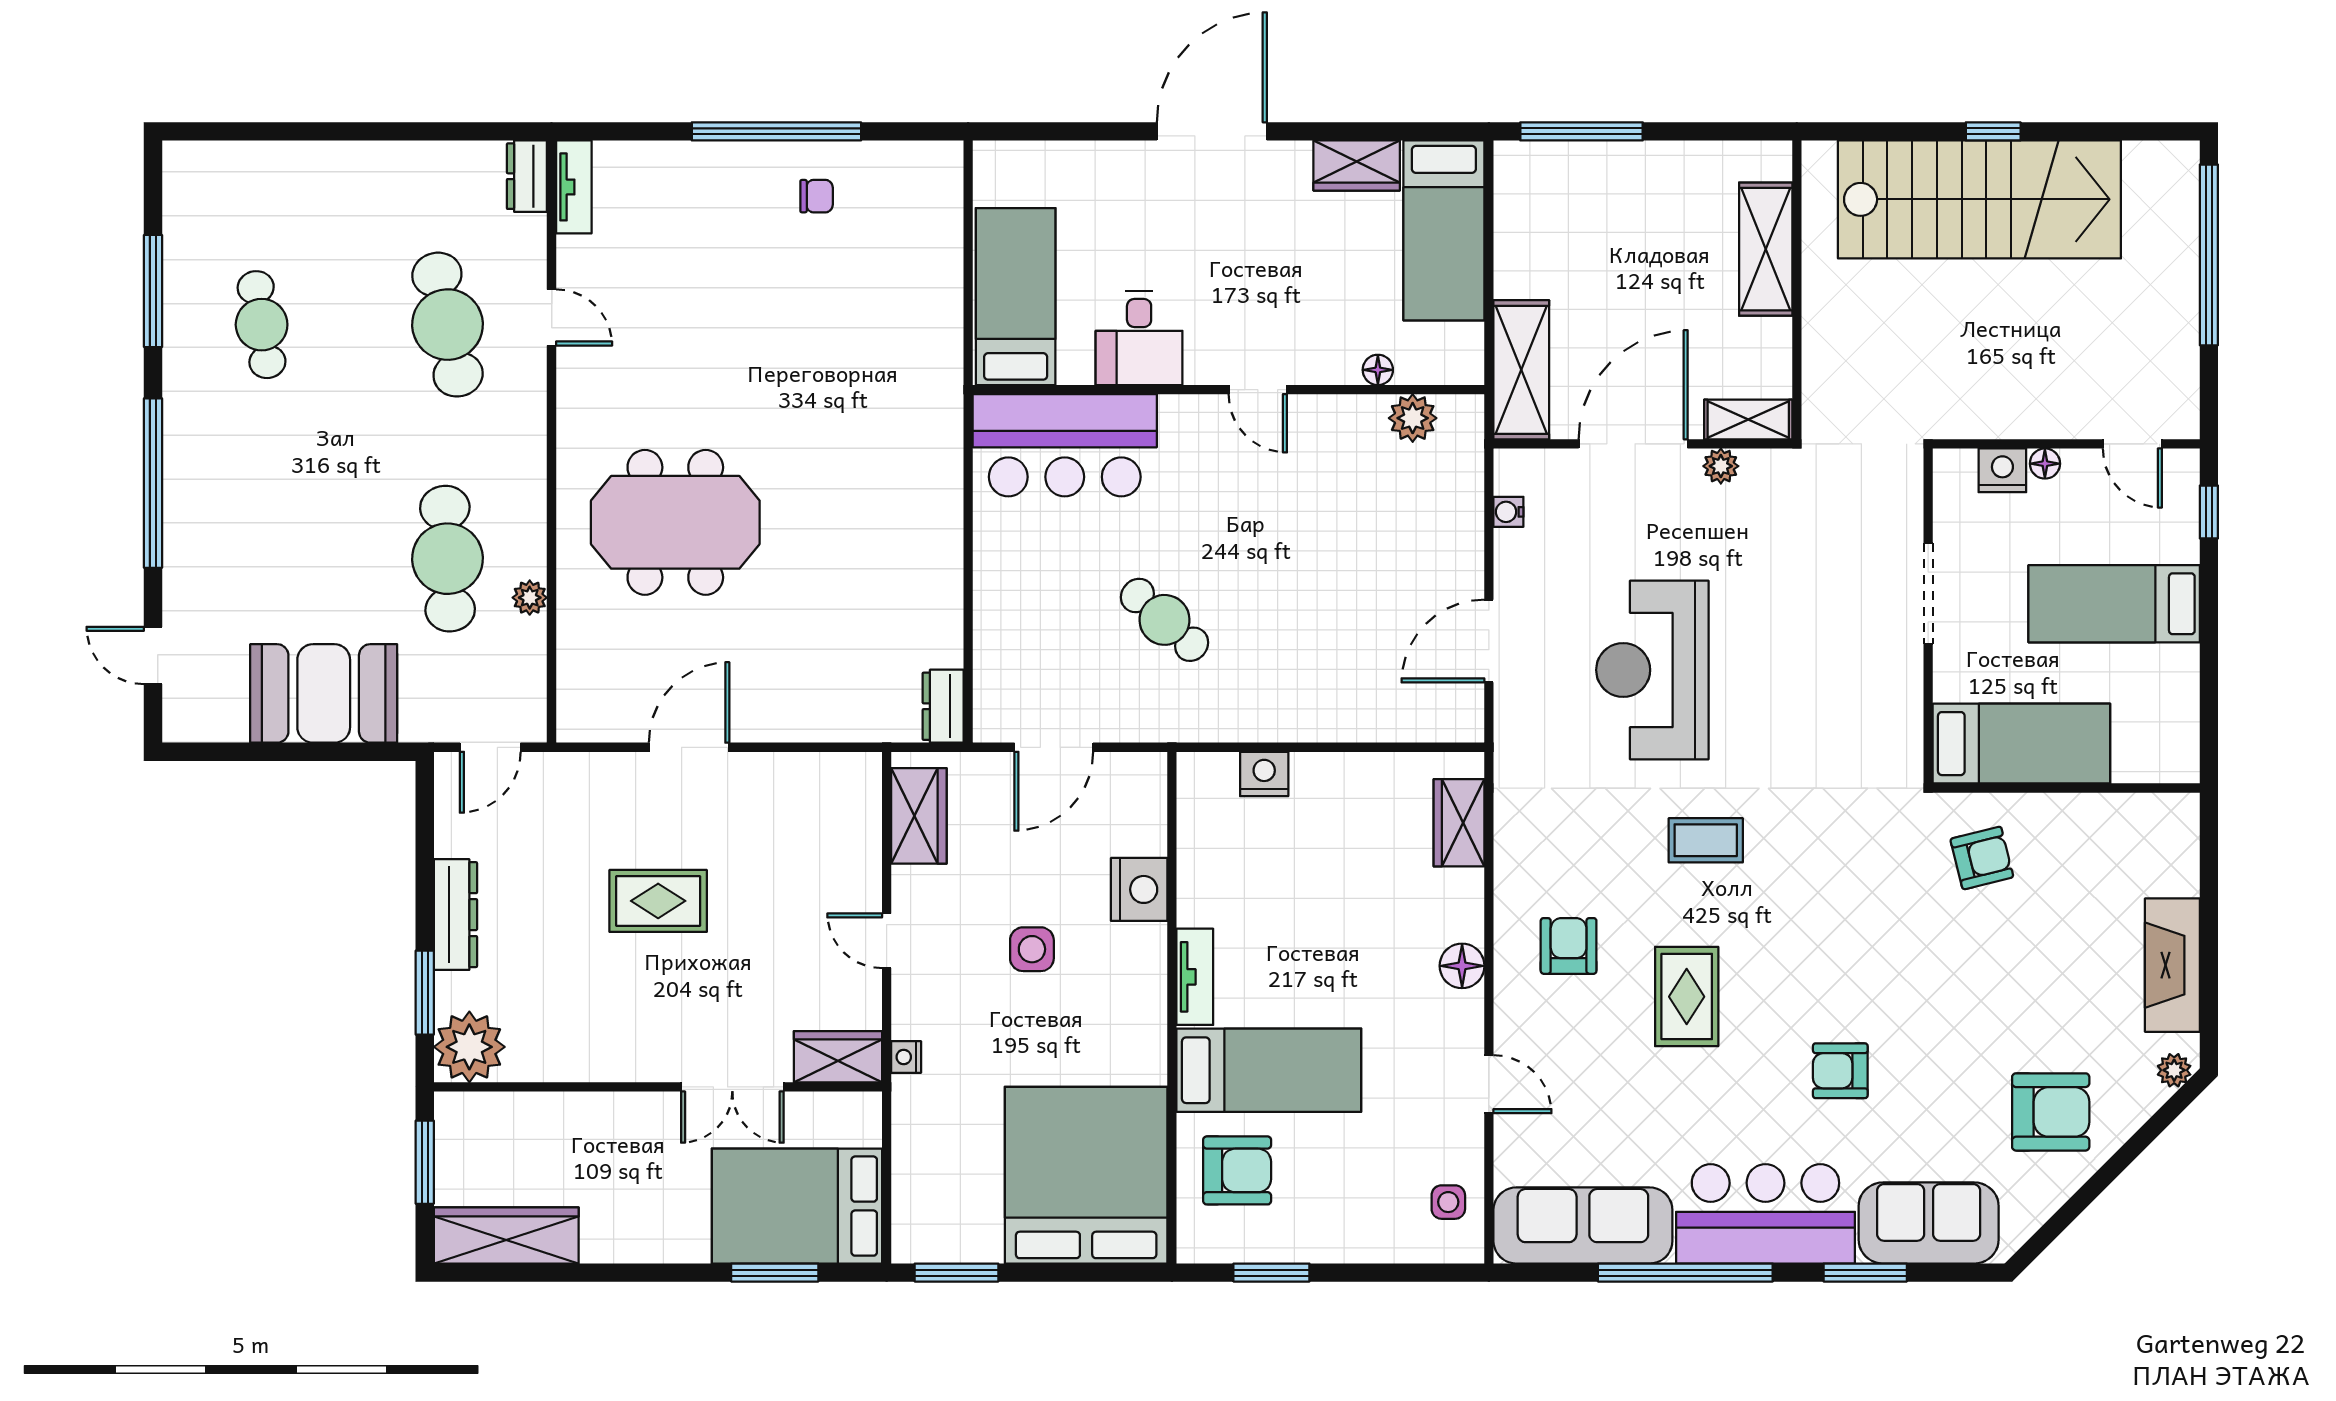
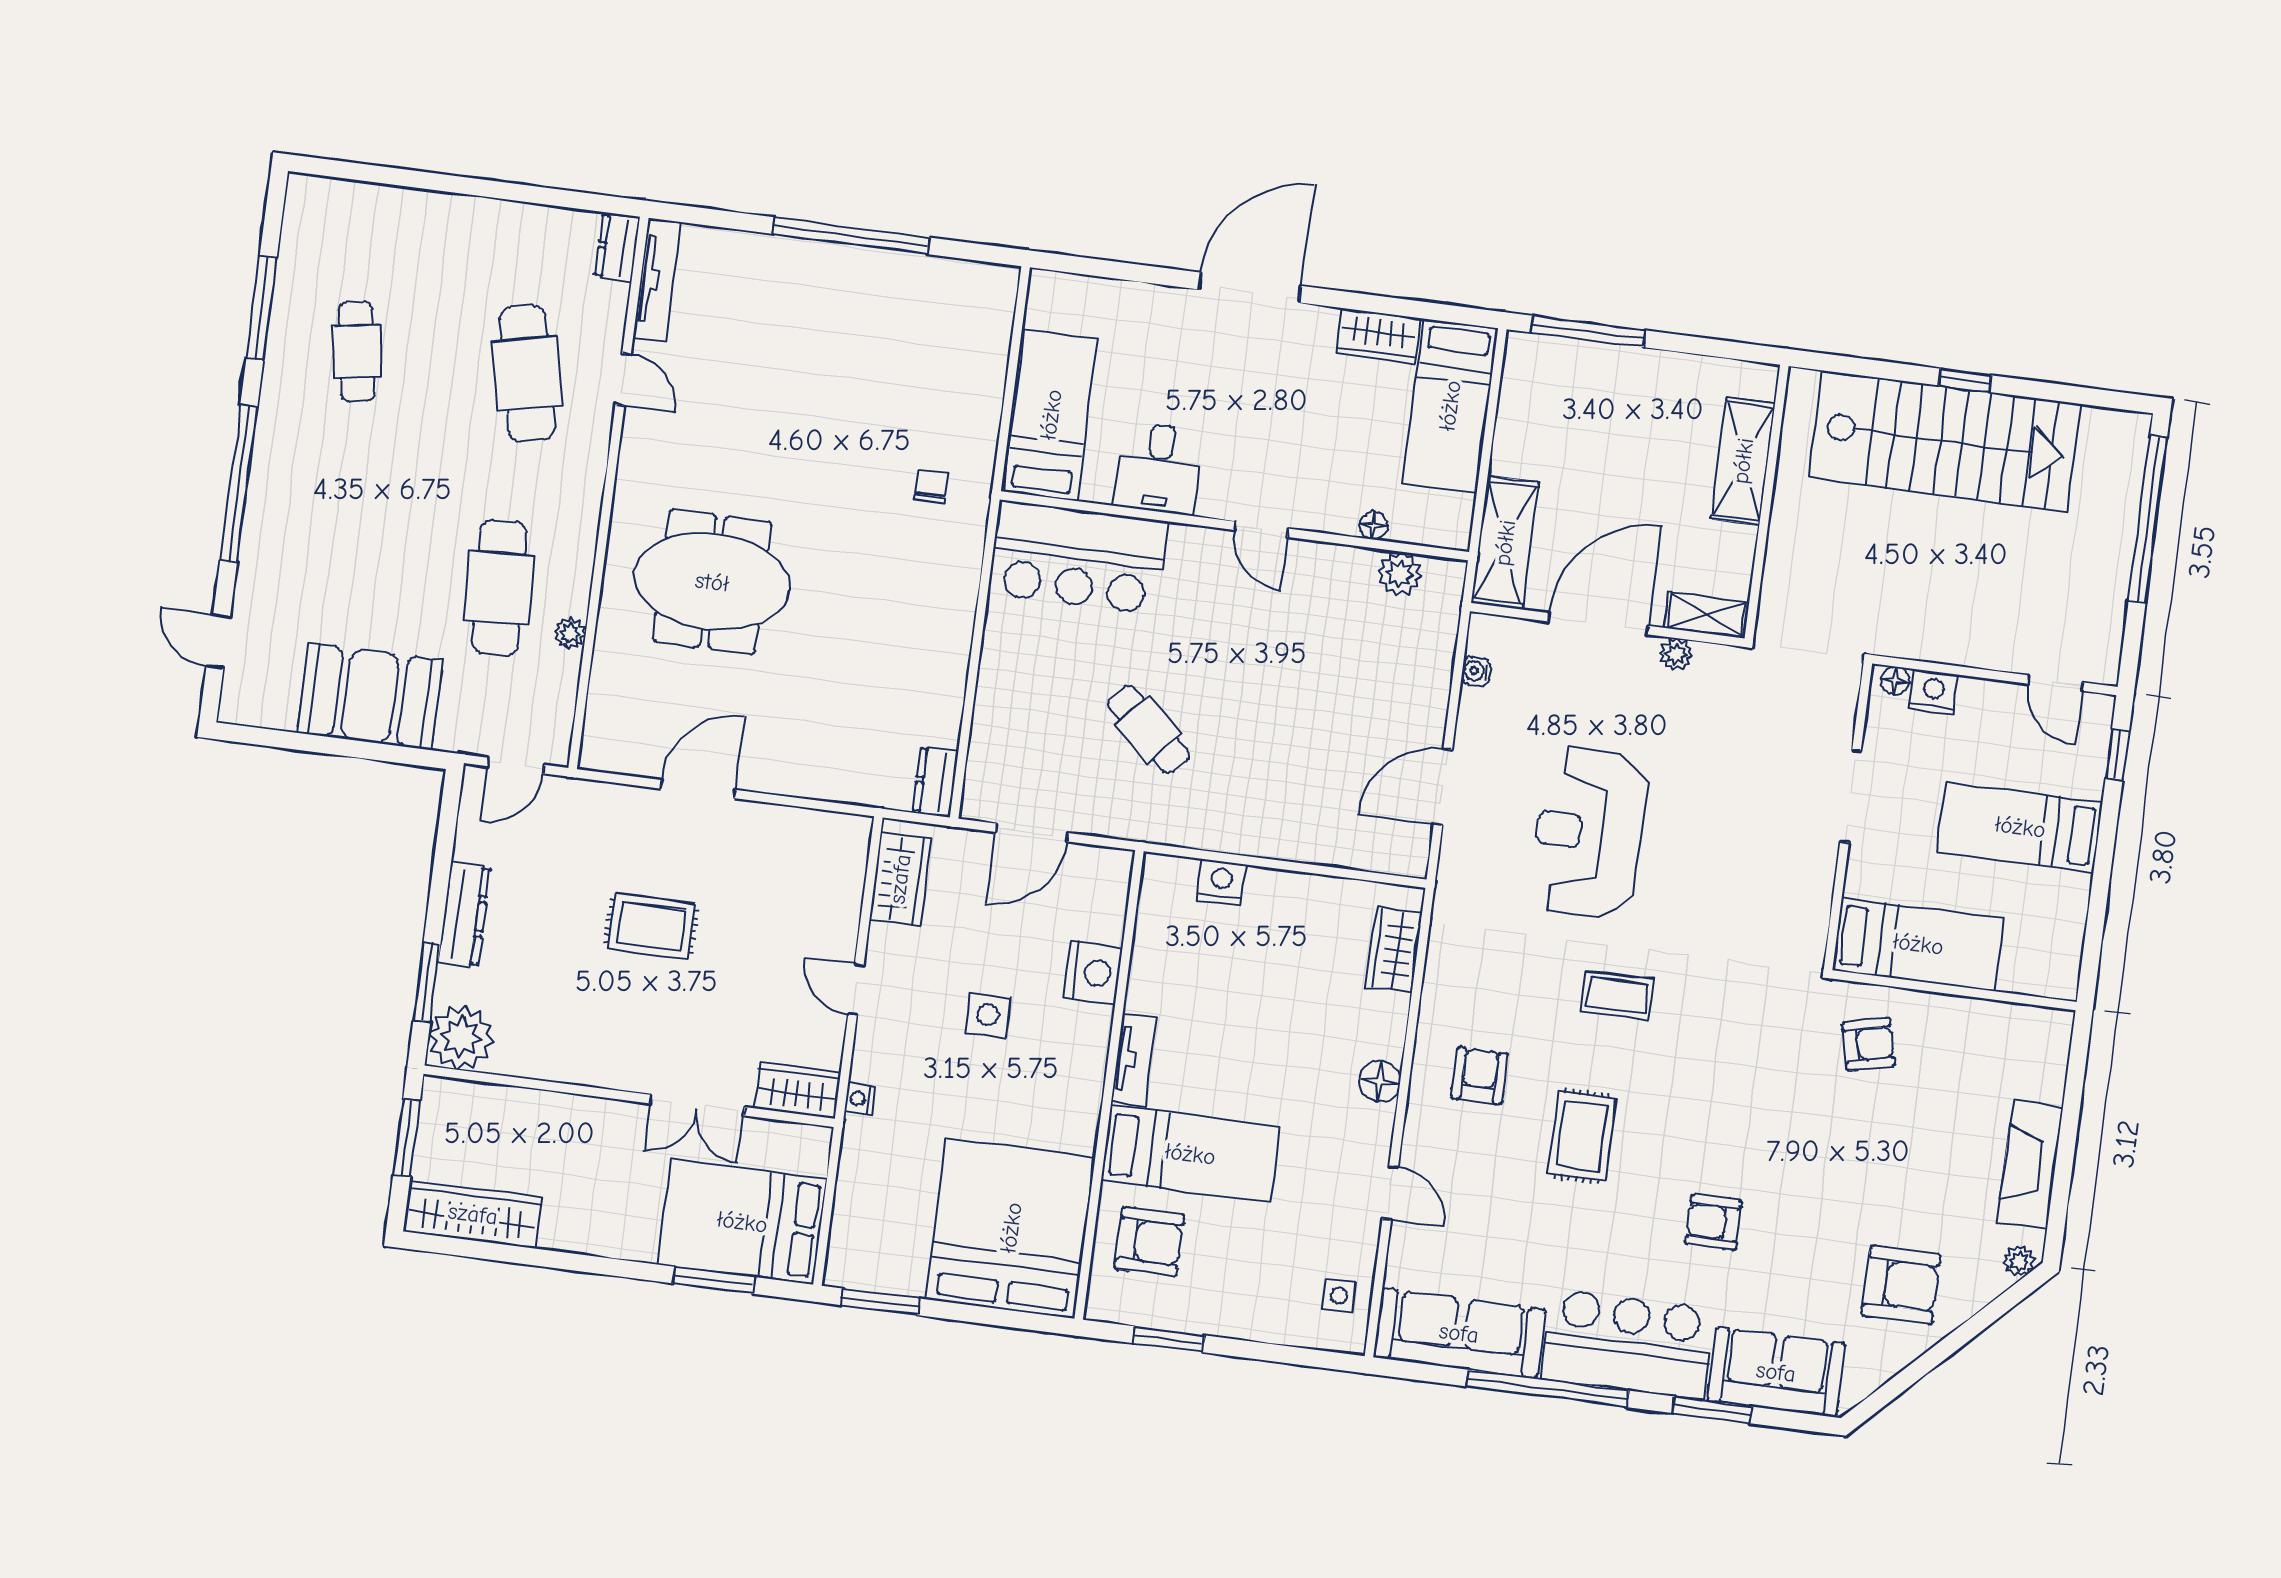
tv unit: (574, 187) -> (657, 280), width x1.41
chair: (817, 196) -> (931, 487), moved, turned -90
floor lamp: (2045, 464) -> (1895, 680), moved

